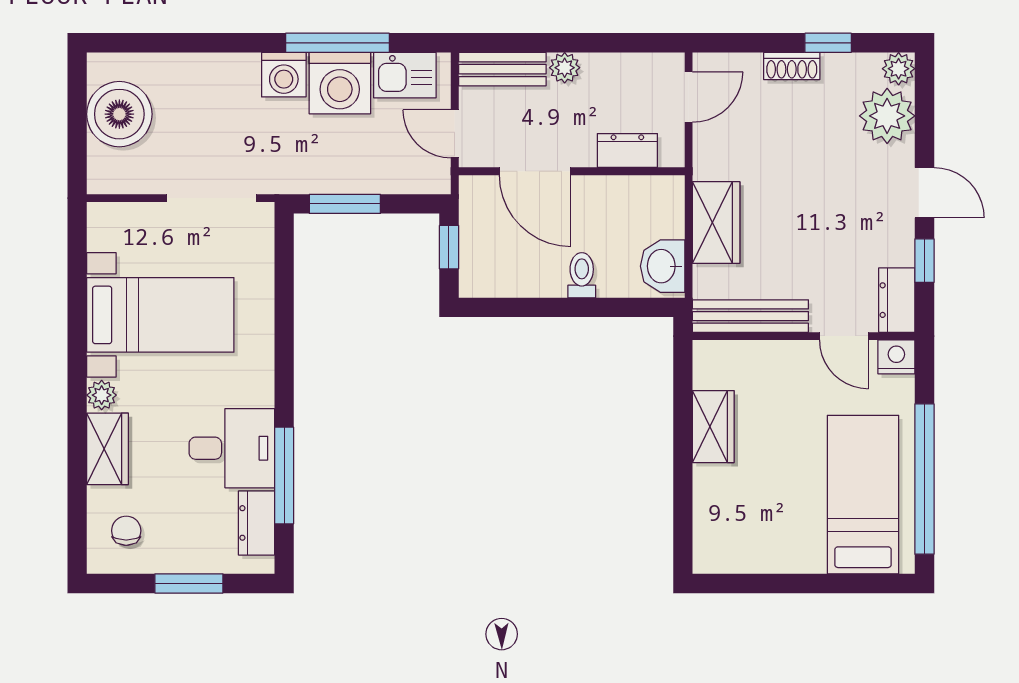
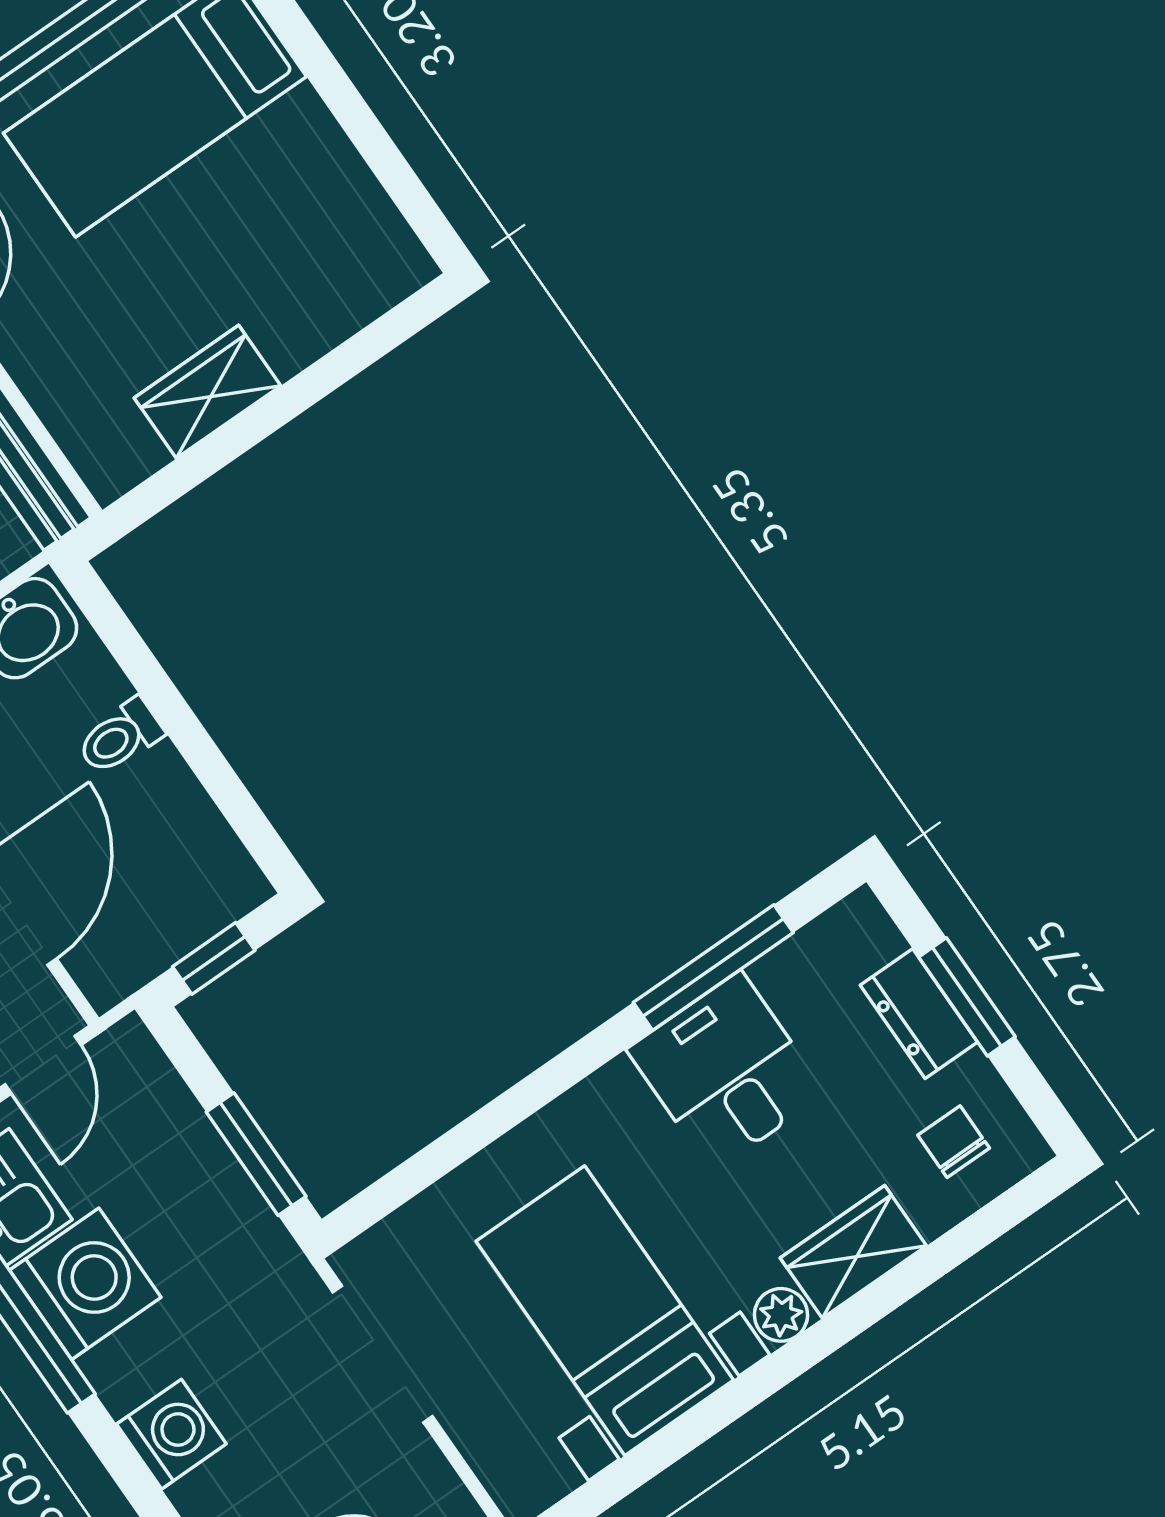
washing machine: (284, 75) -> (171, 1434), moved
dresser: (256, 523) -> (919, 1014), moved, turned 90
chair: (126, 531) -> (954, 1142), turned 90

